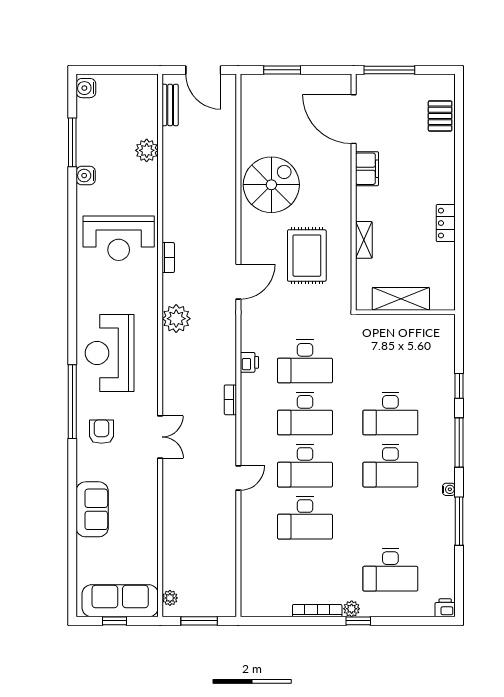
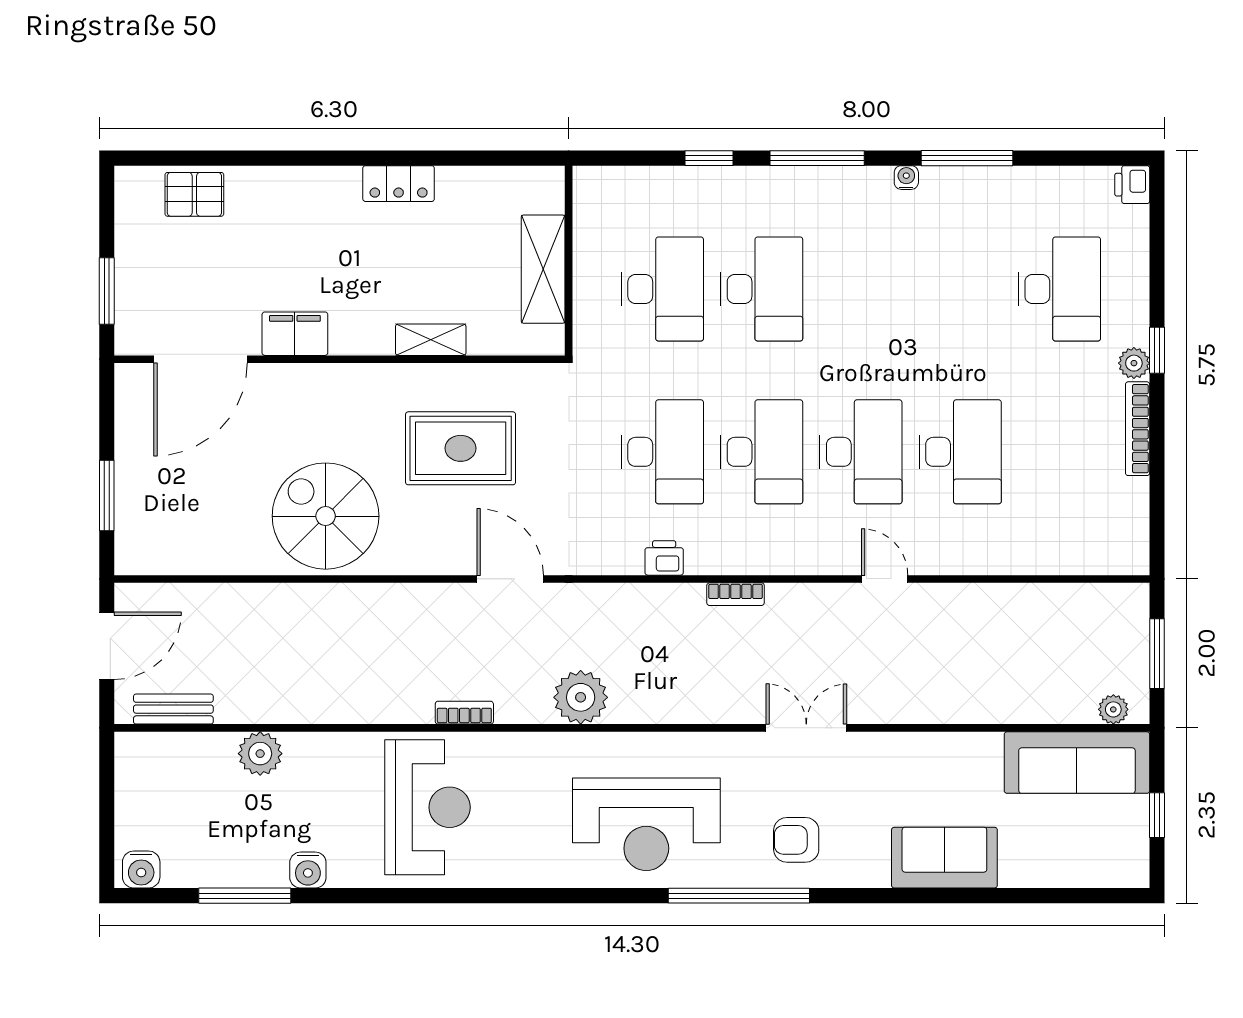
window: (389, 70) -> (107, 291), width x0.69
desk: (390, 466) -> (662, 289), moved
sofa: (120, 601) -> (1077, 763), moved, turned -90

